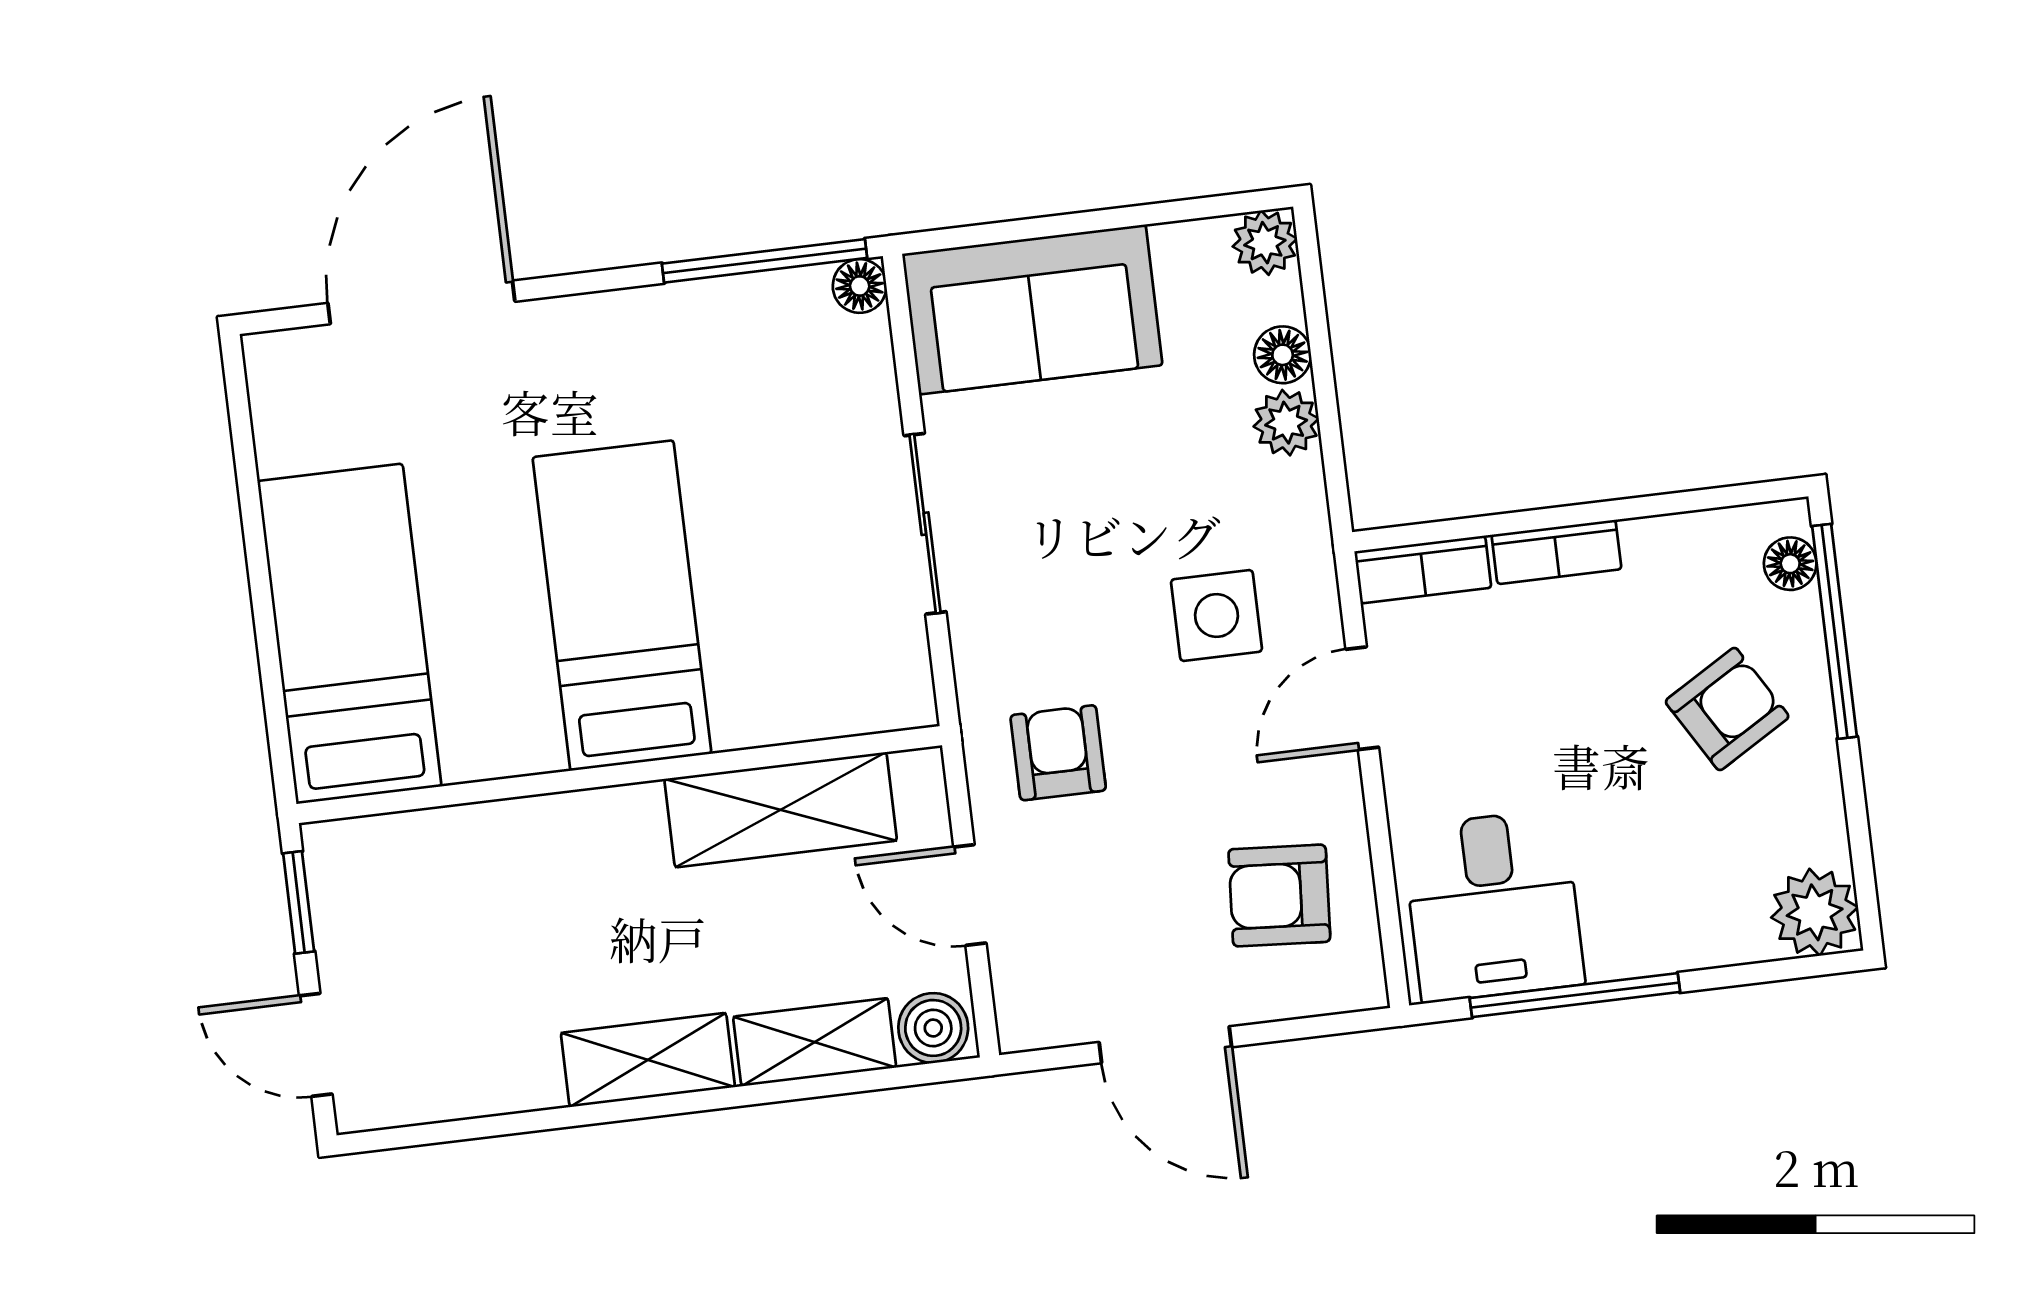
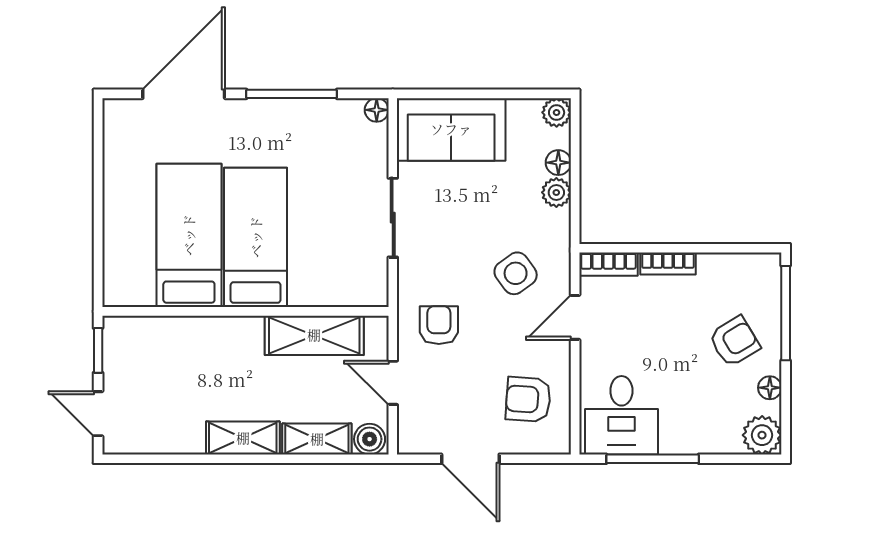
window: (765, 261) -> (292, 94), moved
floor lamp: (1790, 564) -> (770, 388), moved
side table: (1216, 616) -> (516, 273), turned -36
bed: (349, 634) -> (189, 235), moved

